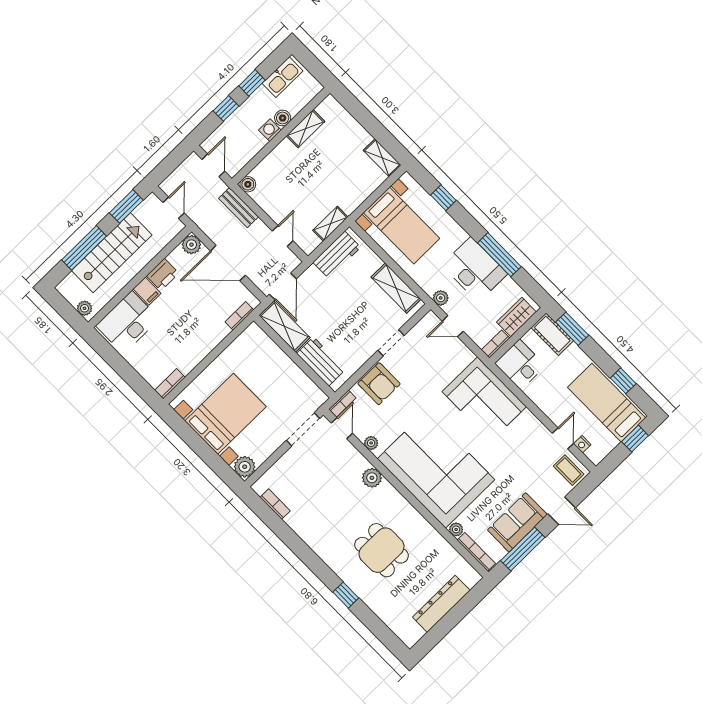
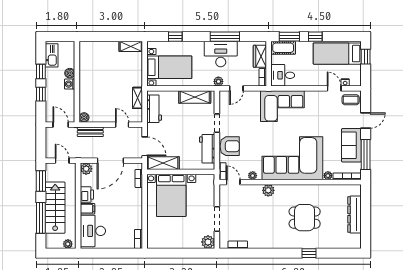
shelving: (306, 129) -> (85, 68), removed
workbench: (321, 361) -> (207, 149), moved, turned -90
window: (623, 381) -> (315, 37), moved
bed with nightstands: (226, 414) -> (171, 195), moved, turned 180
doorway: (303, 429) -> (217, 219), moved

